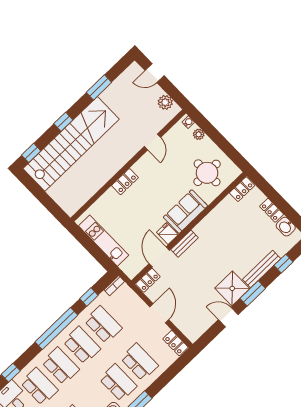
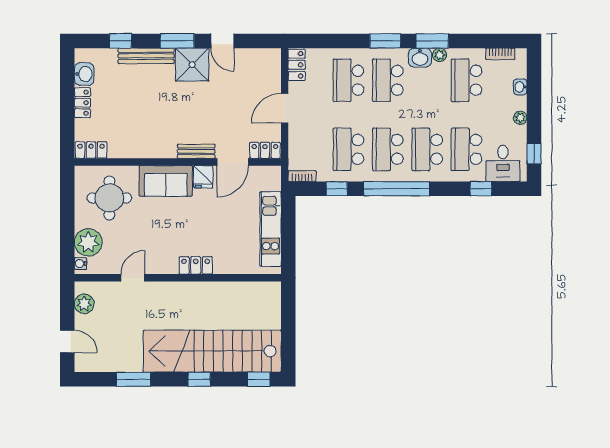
plant: (199, 134) -> (88, 242), width x1.88, depth x1.88

